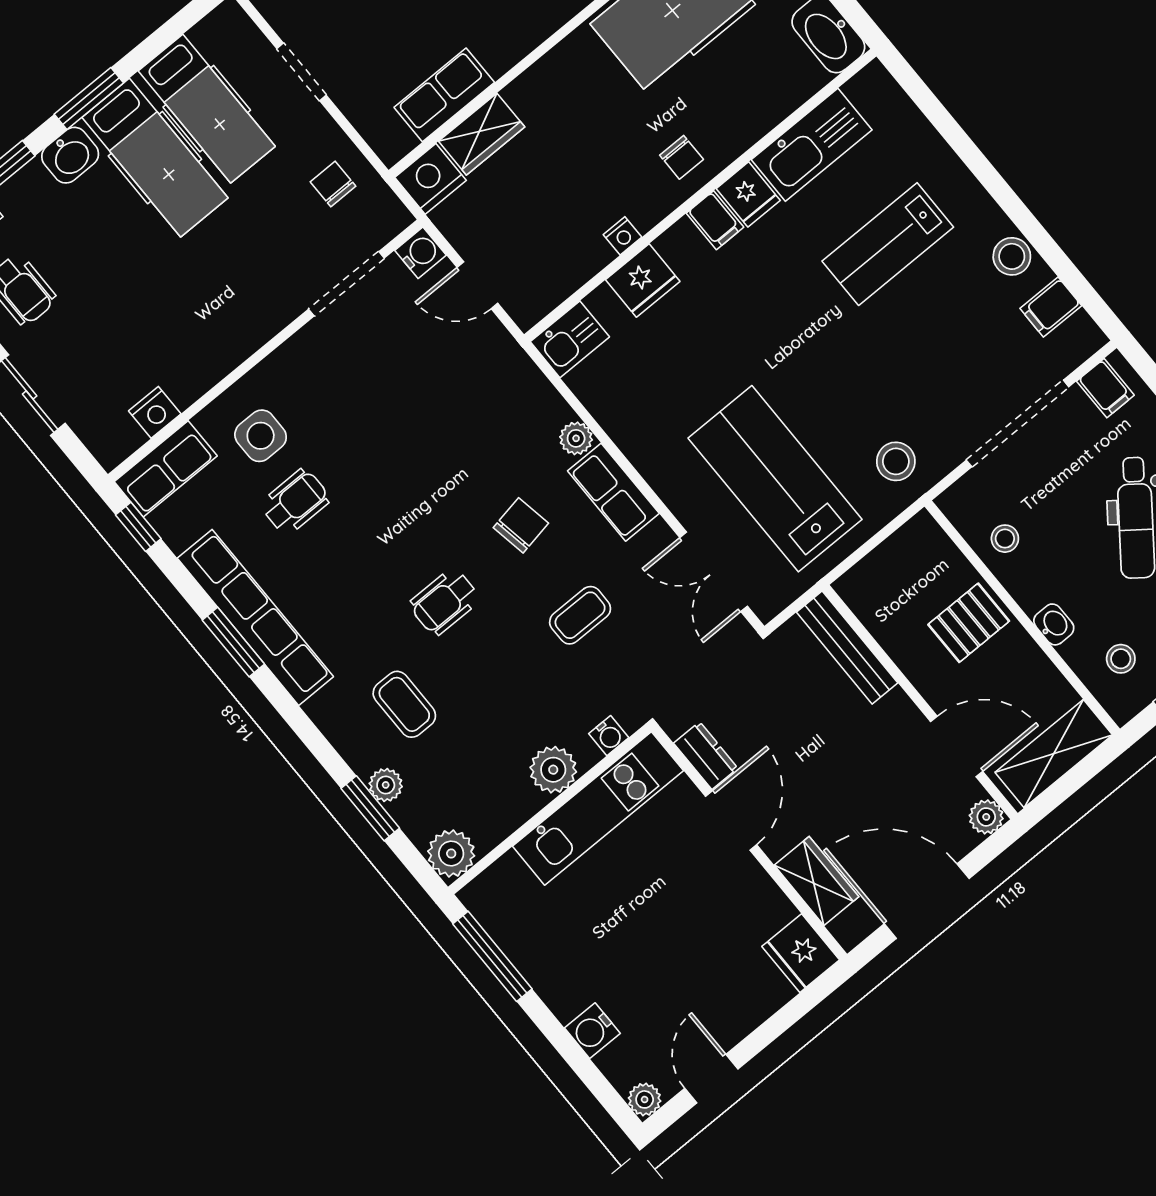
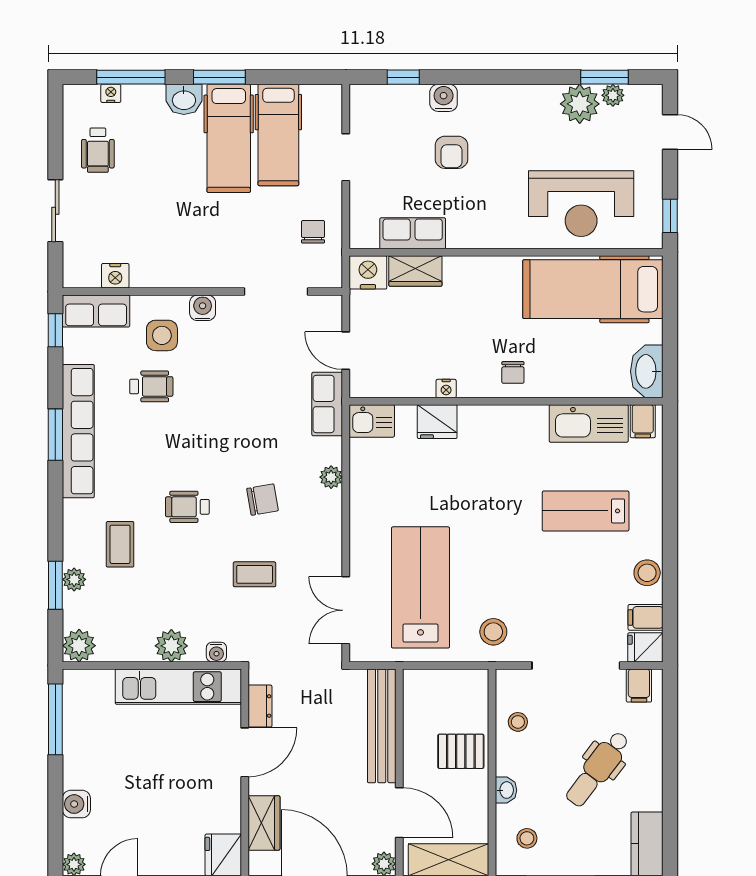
fridge: (748, 194) -> (645, 647), moved, turned 90
filing cabinet: (715, 220) -> (643, 421), moved
water cooler: (421, 253) -> (203, 308), moved, turned -90
row of seats: (613, 492) -> (327, 404), moved
bench: (847, 648) -> (382, 726), width x1.37, depth x1.21

